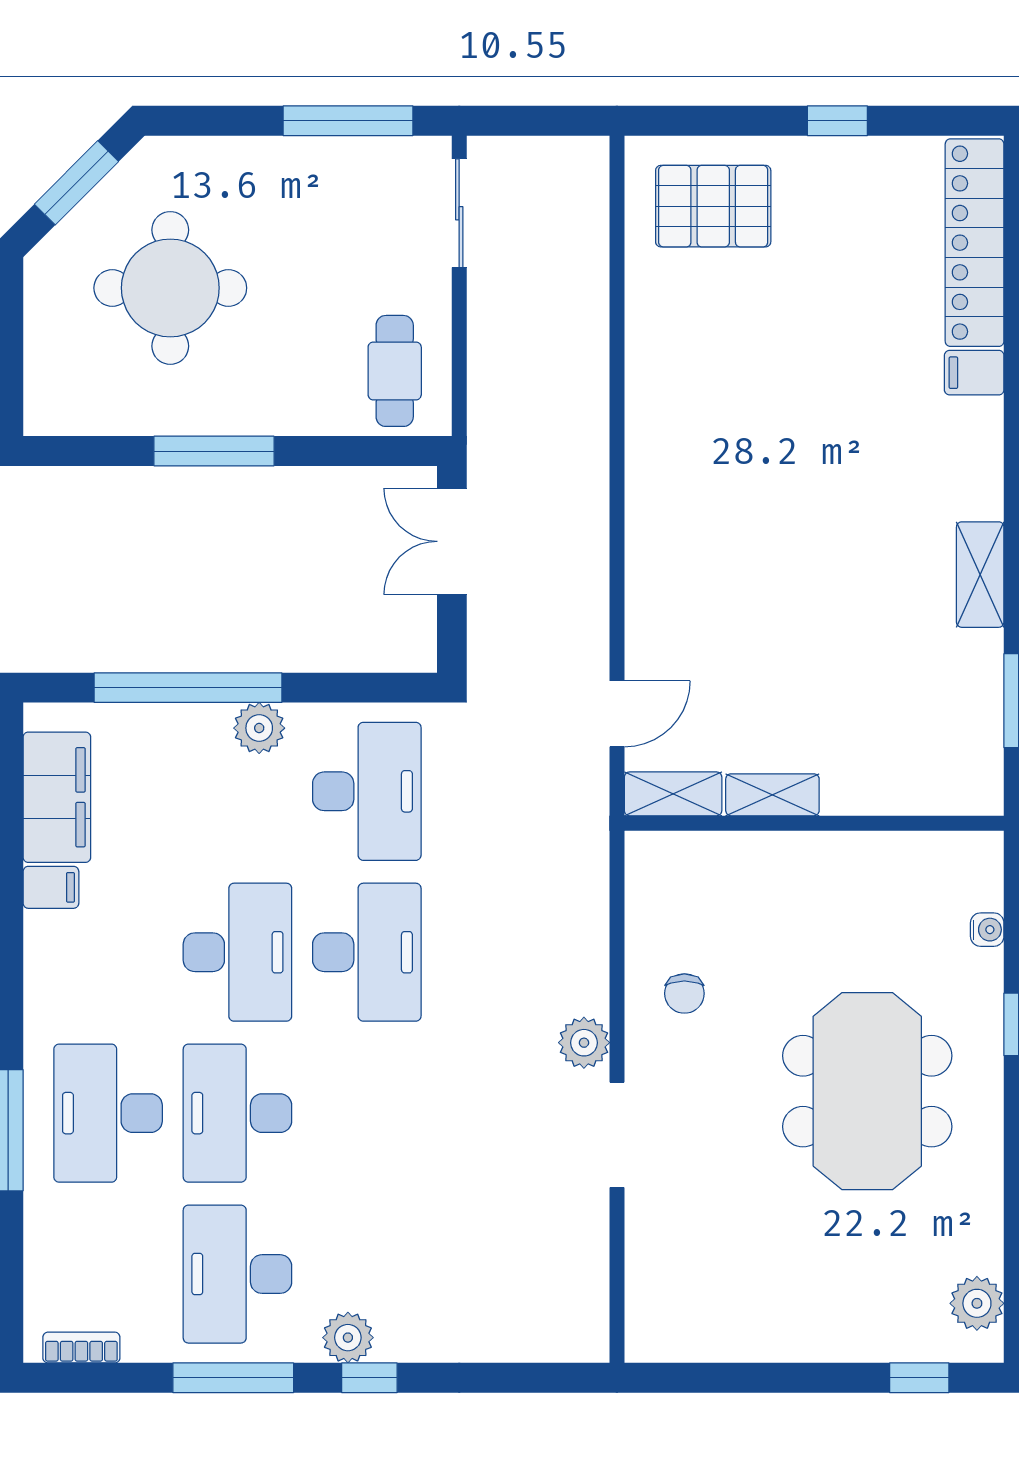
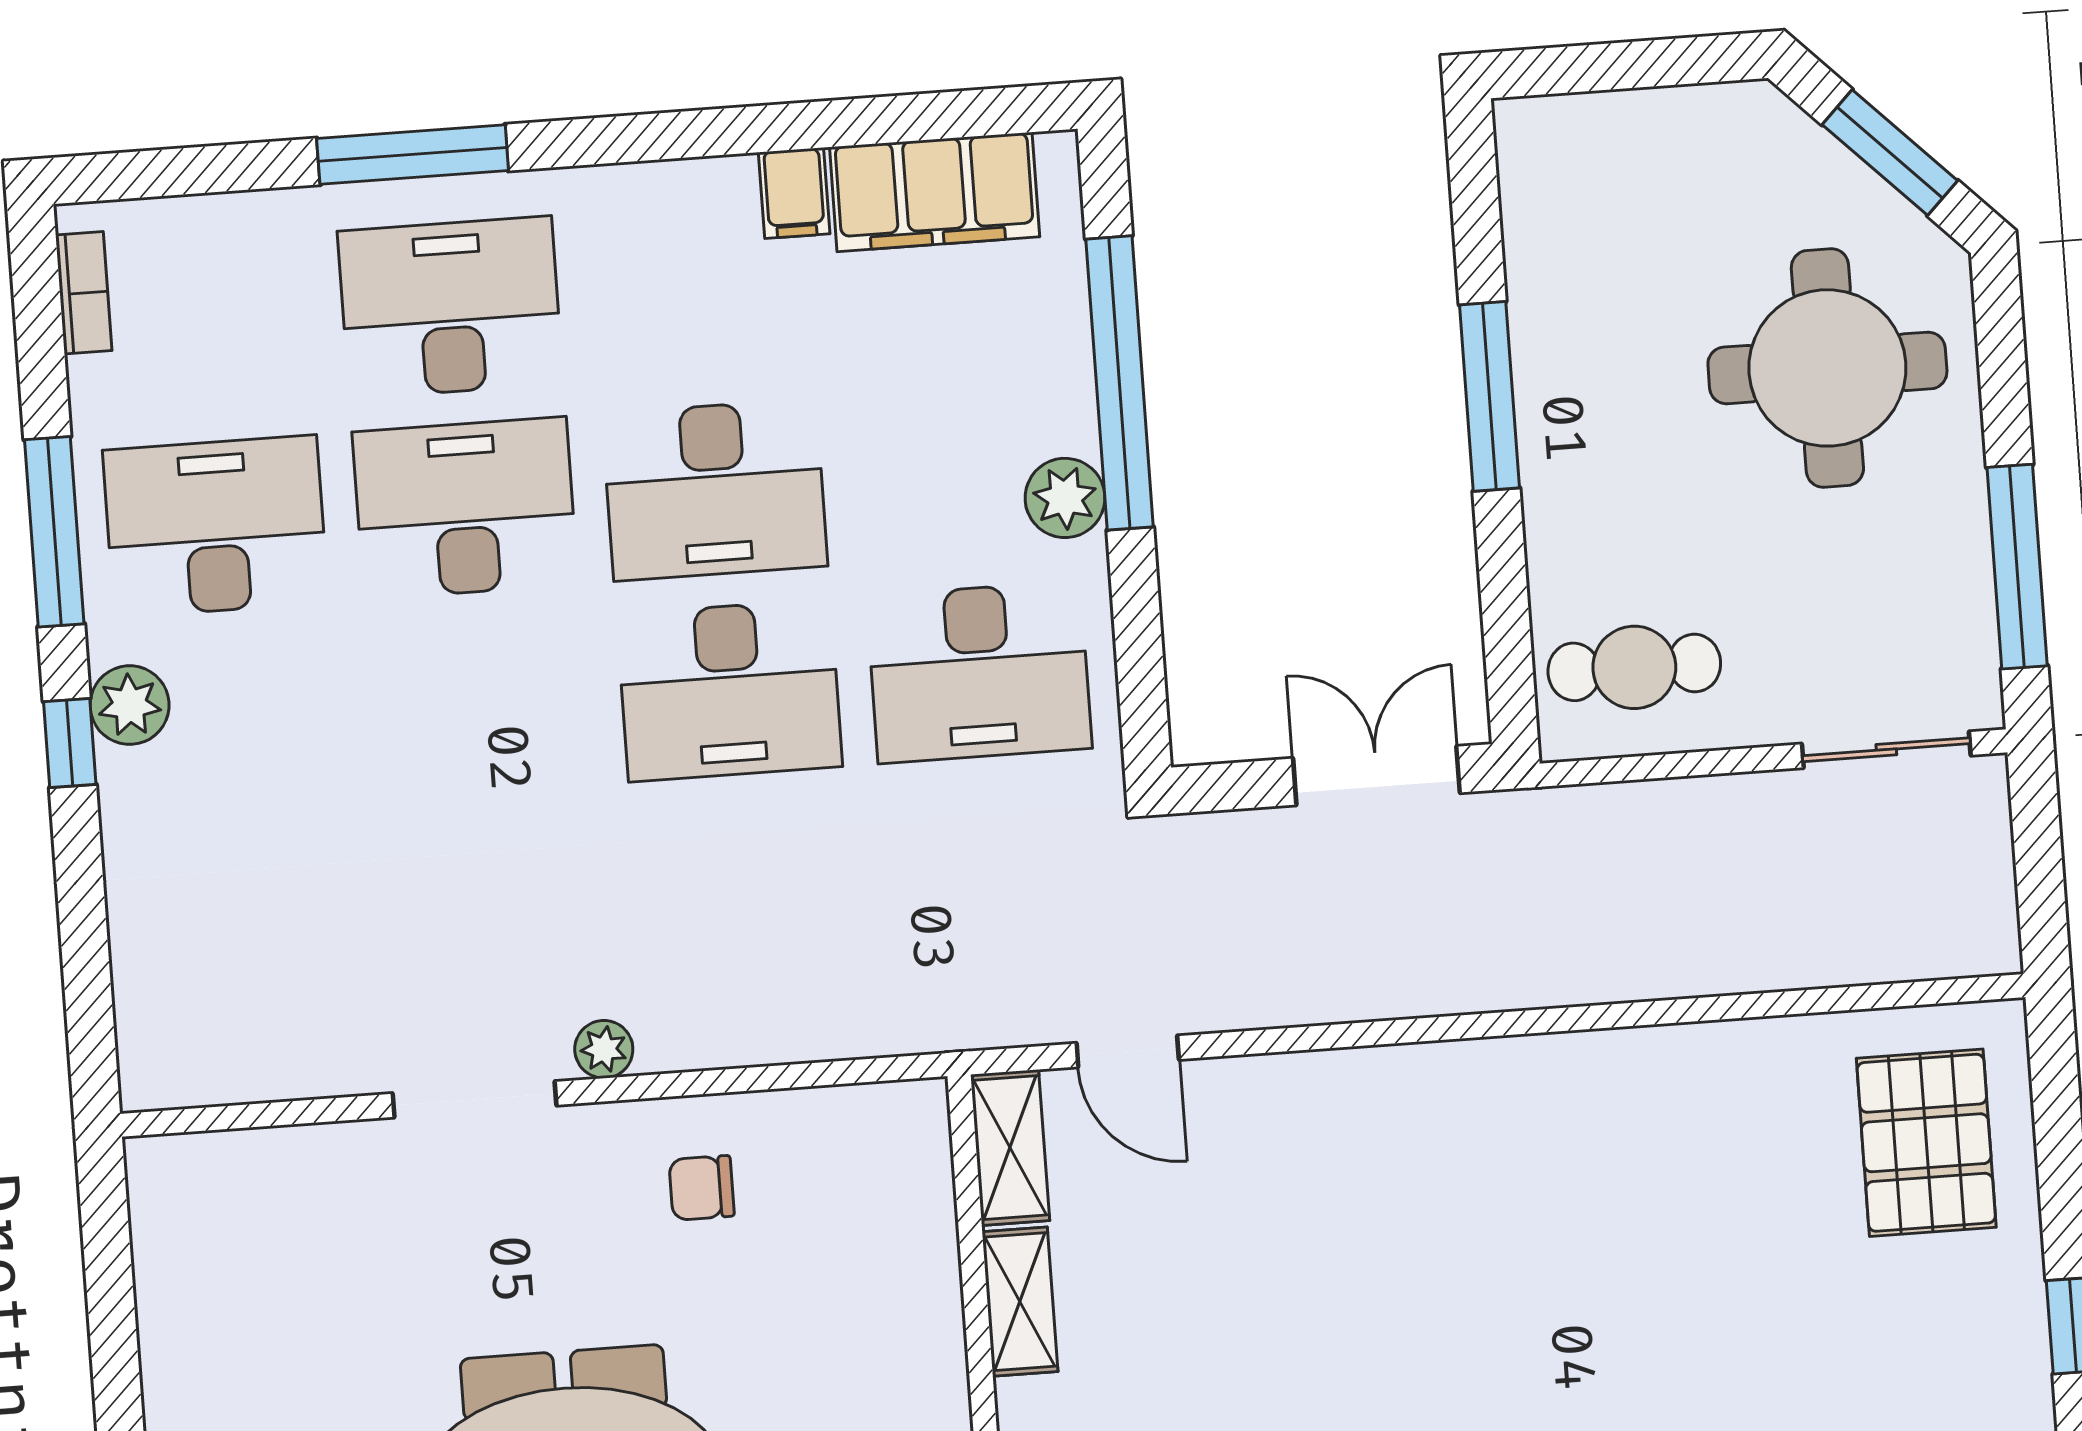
round table: (170, 288) -> (1827, 368), moved
plant: (584, 1043) -> (604, 1049), width x0.73, depth x0.73

